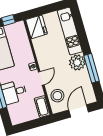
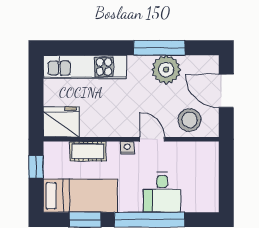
plant: (77, 62) -> (166, 70), moved
cot: (42, 107) -> (88, 151), moved

